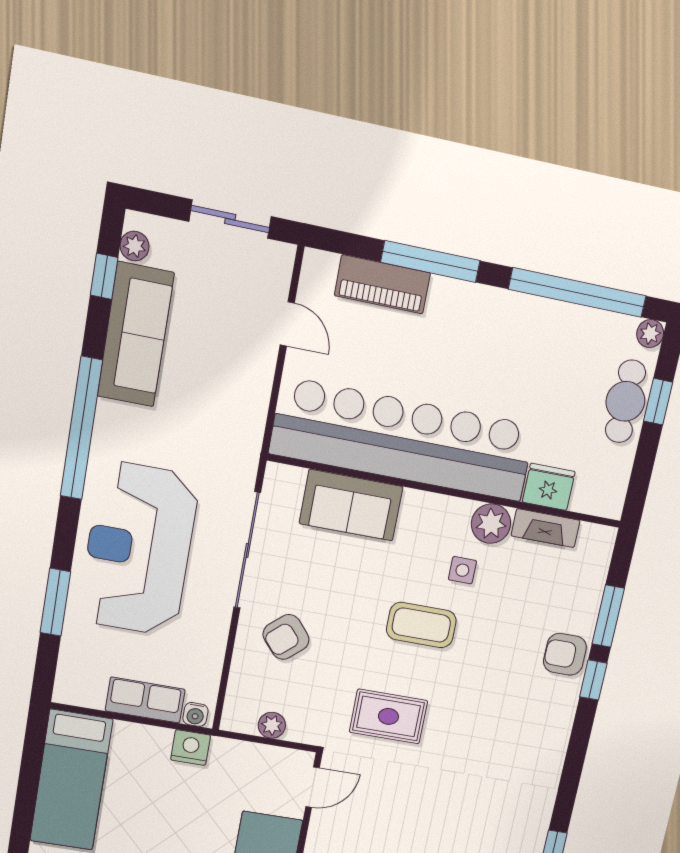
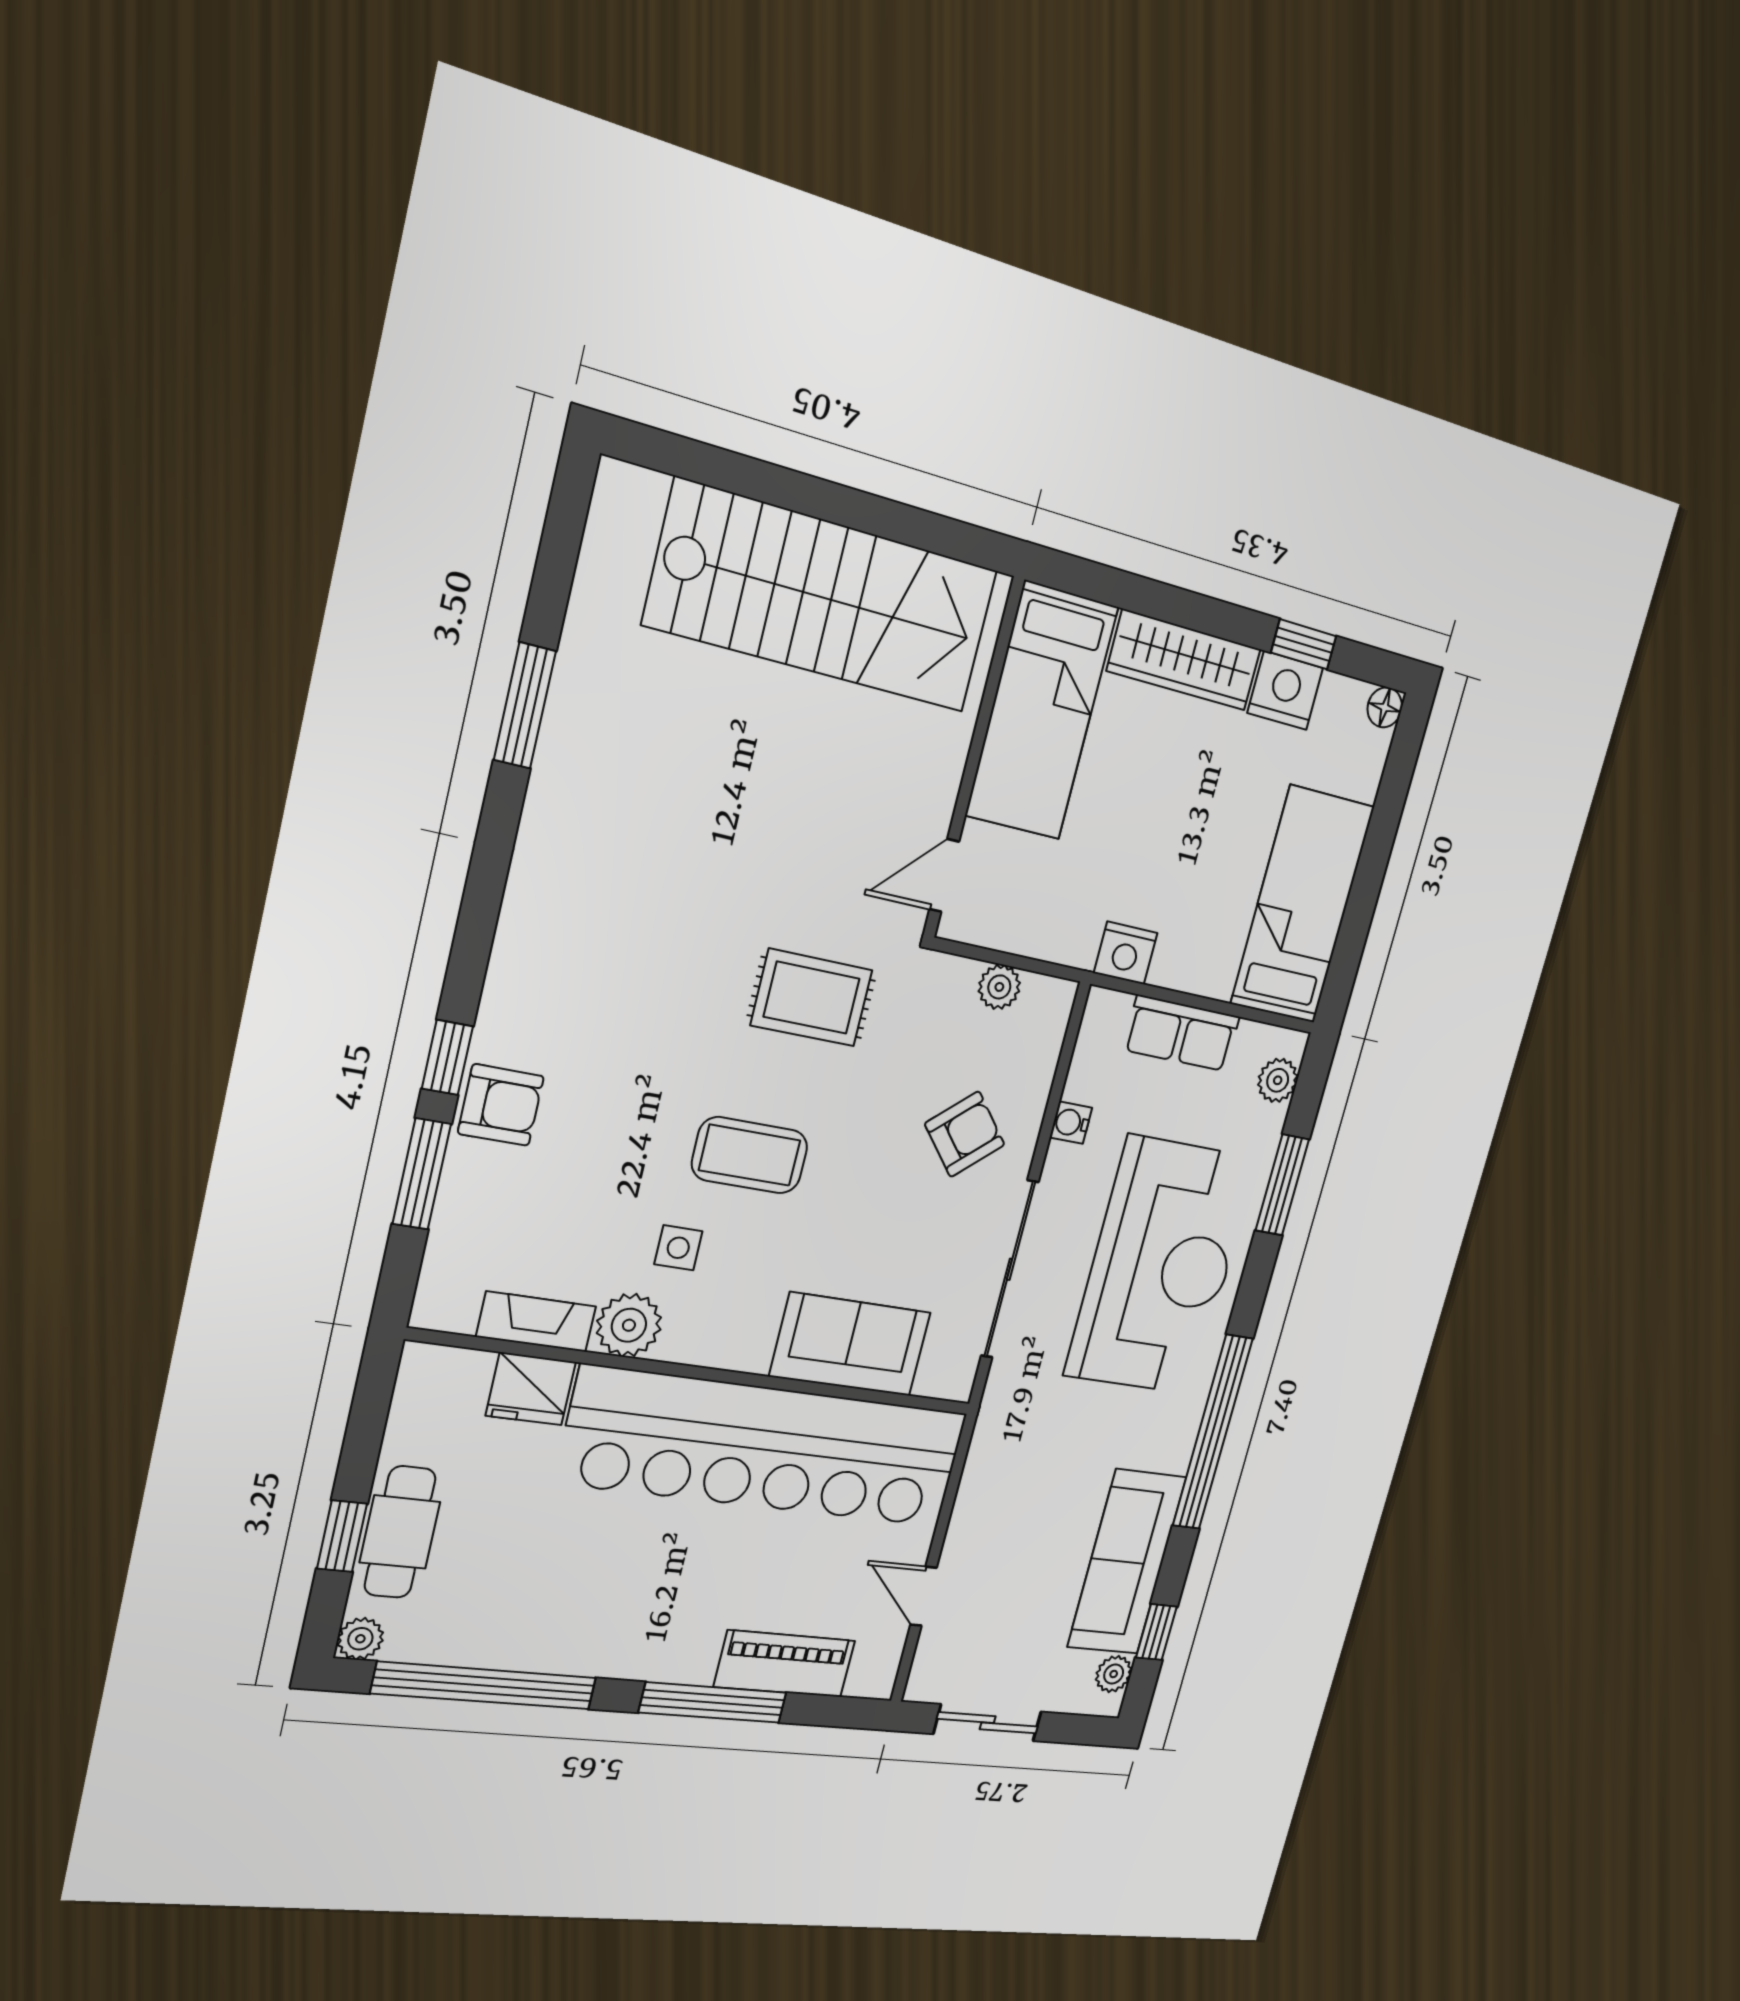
plant: (71, 671) -> (1278, 1080), added
water cooler: (195, 714) -> (1071, 1123), moved, turned -90

